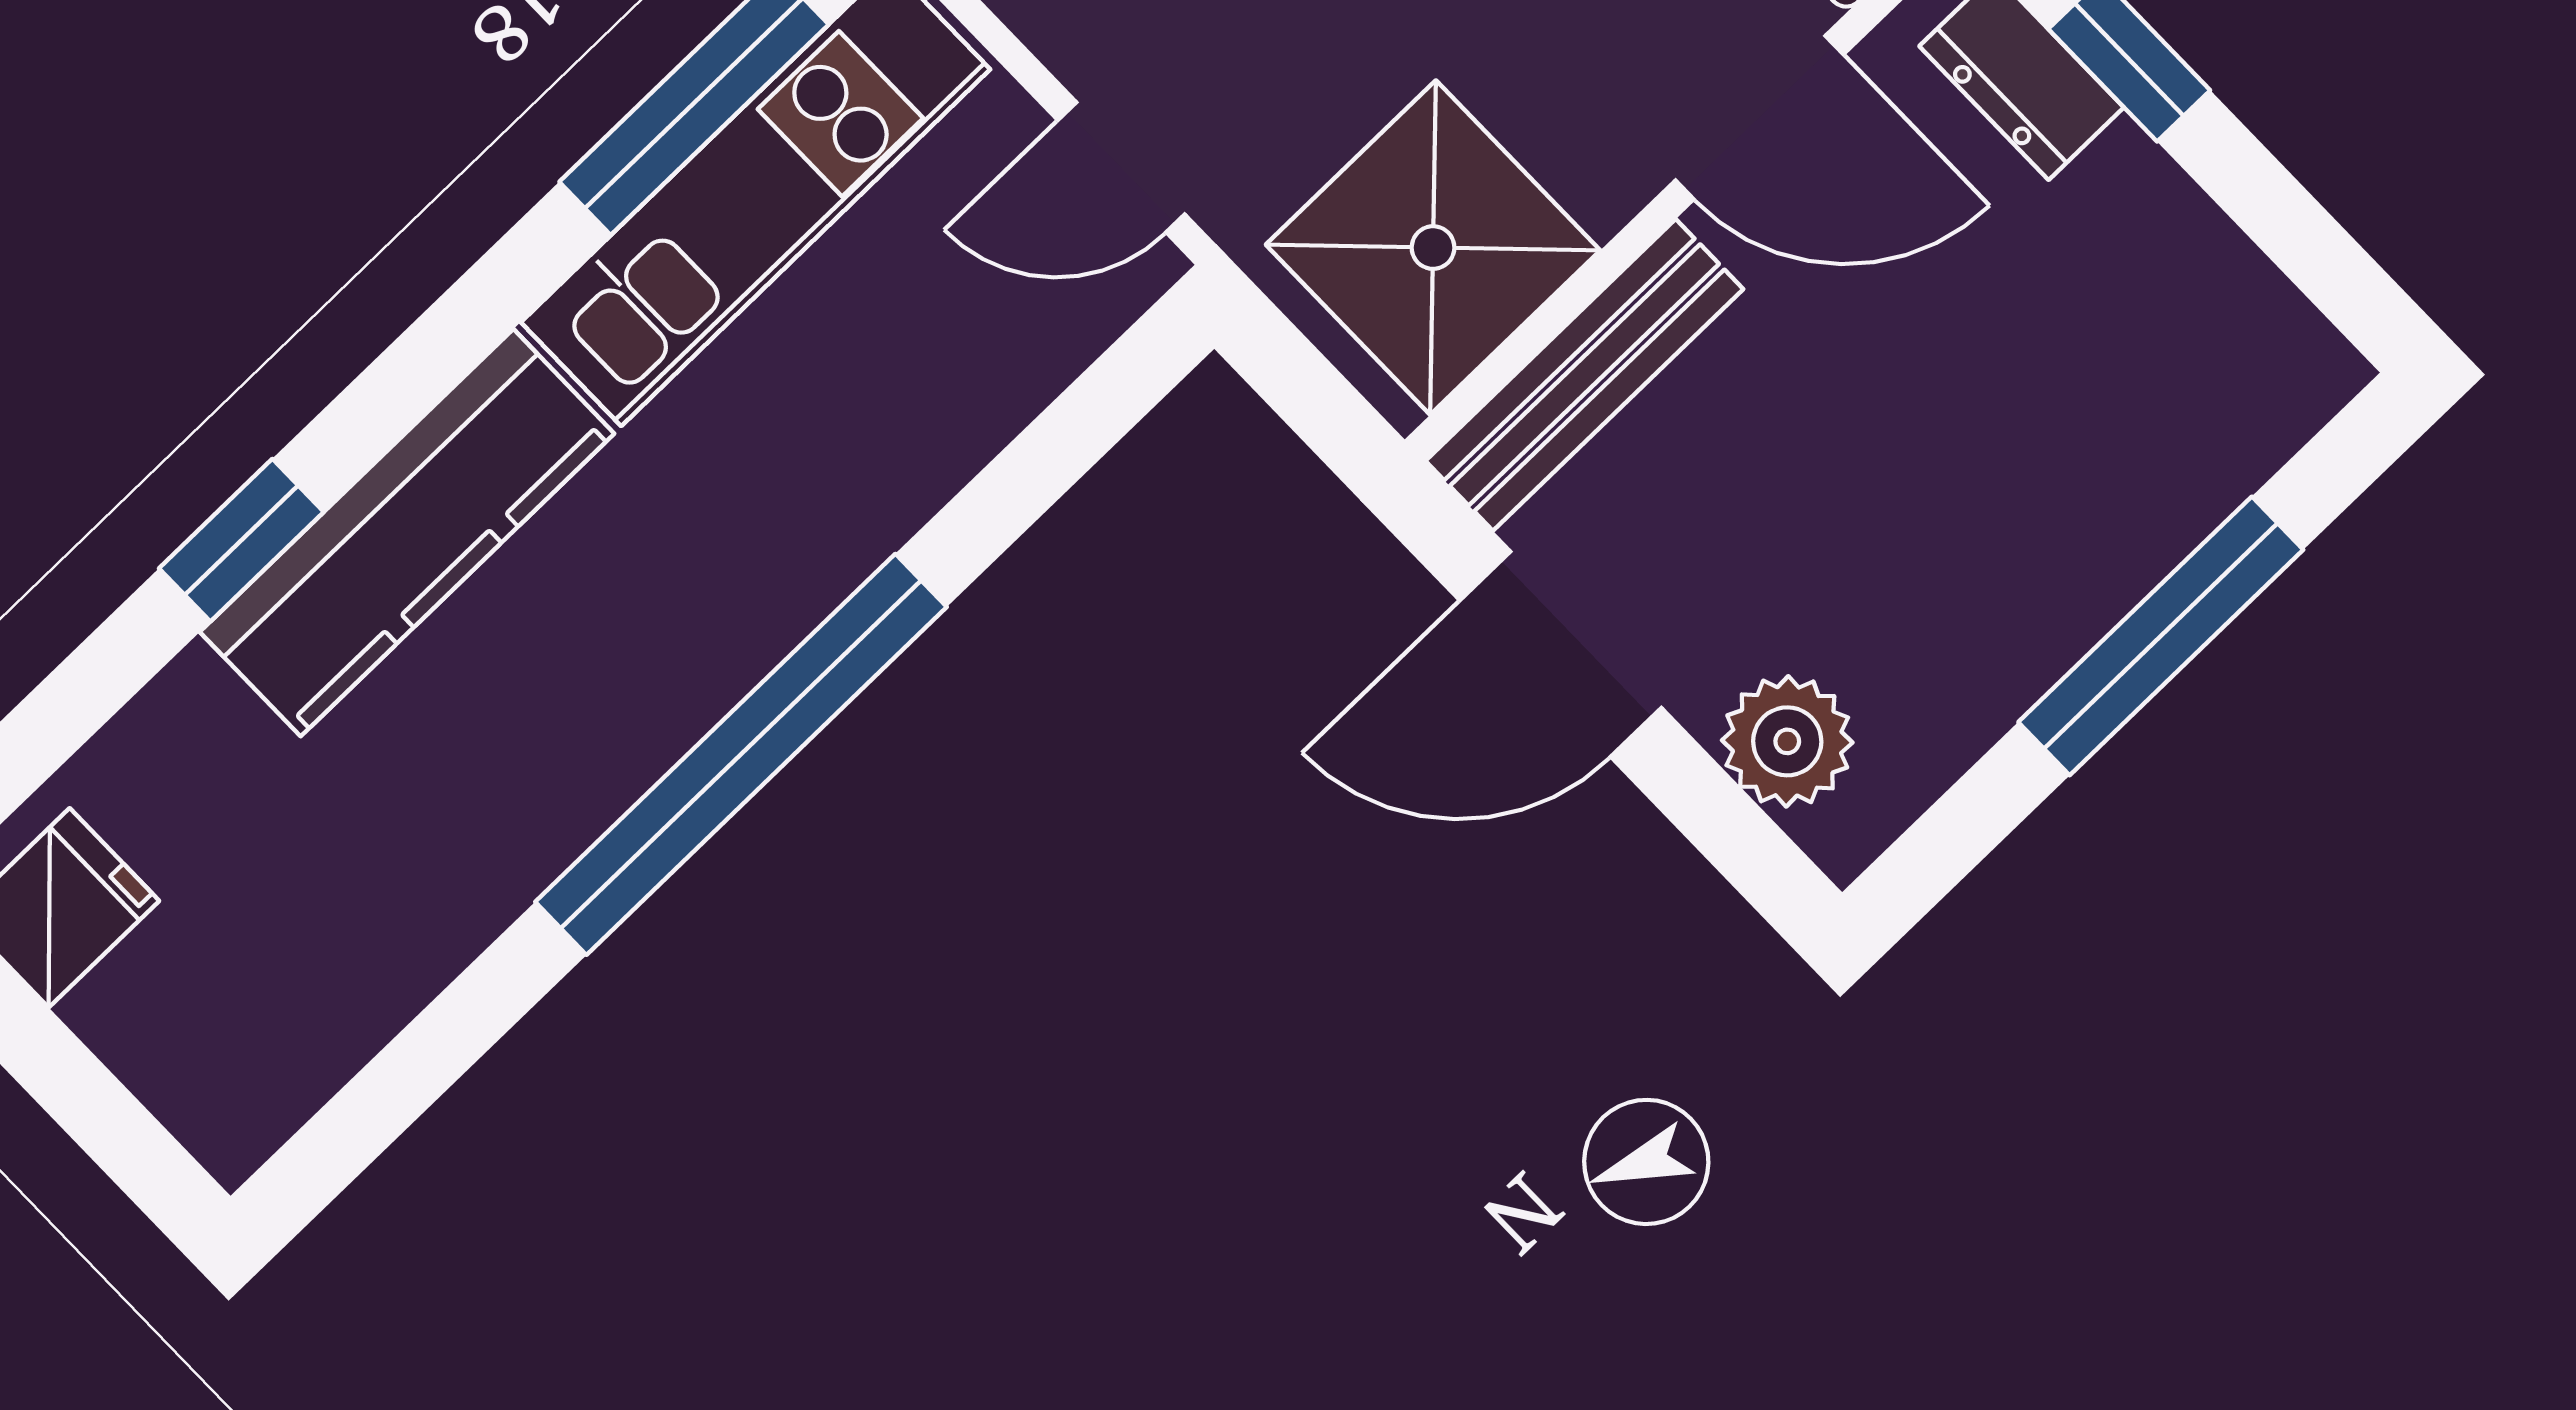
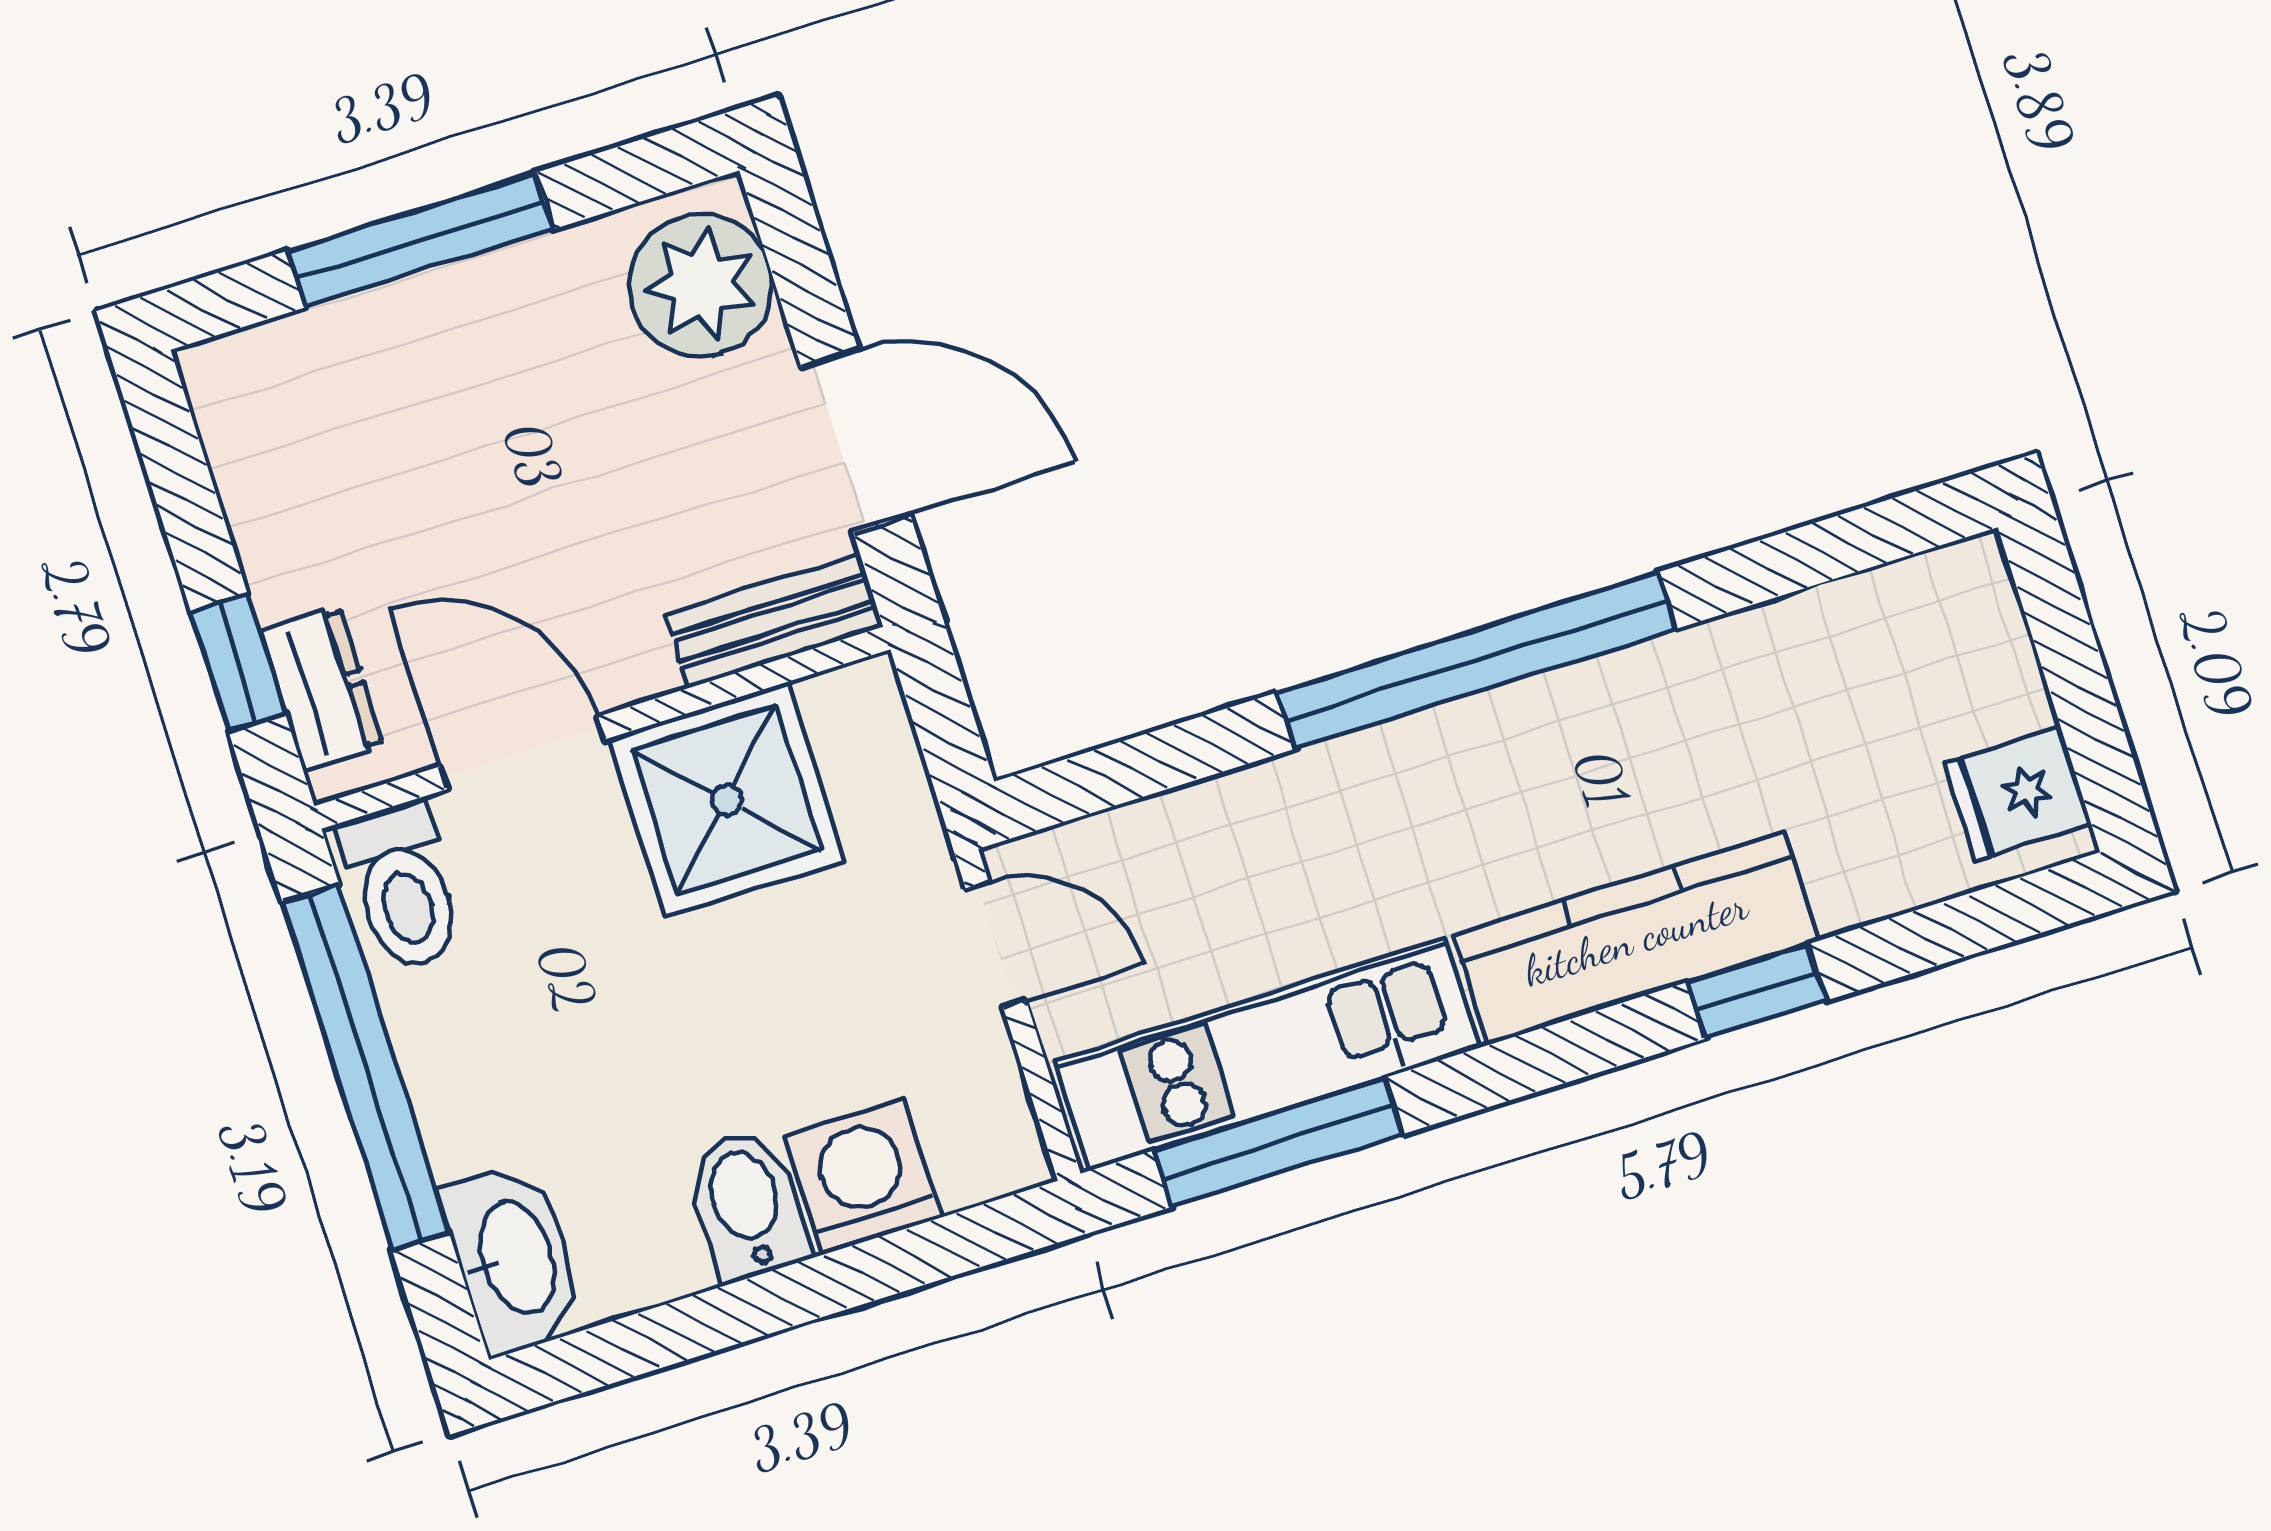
shower: (1433, 248) -> (727, 800), moved
bench: (1584, 375) -> (775, 620), width x0.73
plant: (1787, 741) -> (701, 285), width x1.36, depth x1.36

